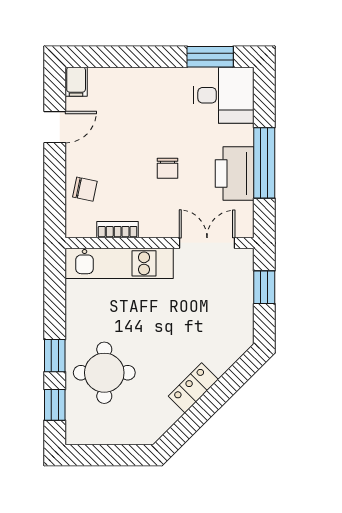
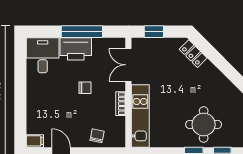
window: (210, 57) -> (20, 63), removed
printer: (235, 173) -> (76, 49), moved
bookcase: (118, 230) -> (121, 104), moved
locker: (193, 388) -> (193, 54), moved

